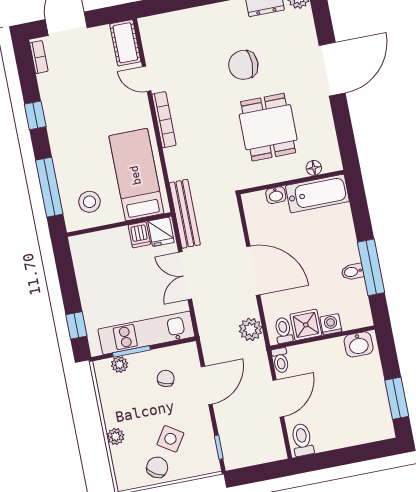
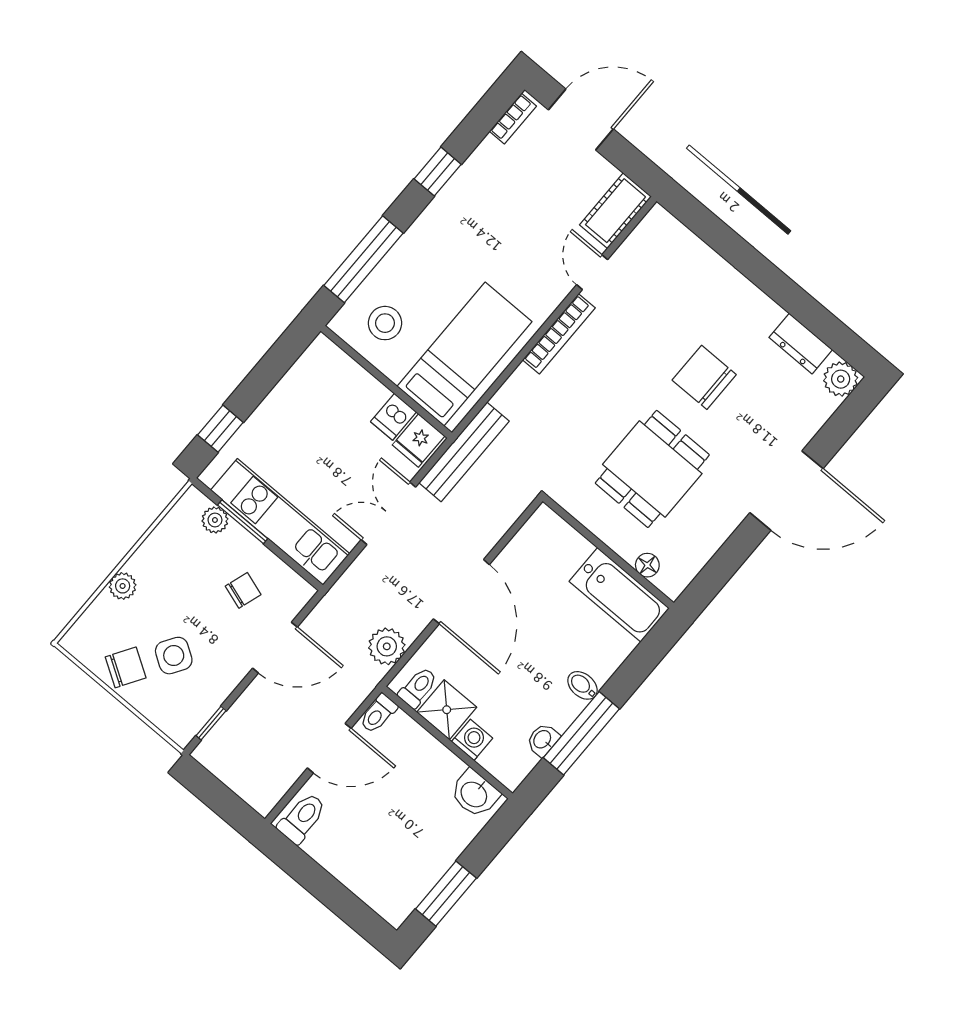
washbasin: (276, 195) -> (543, 740), moved, turned 90
bidet: (352, 272) -> (583, 685), moved

